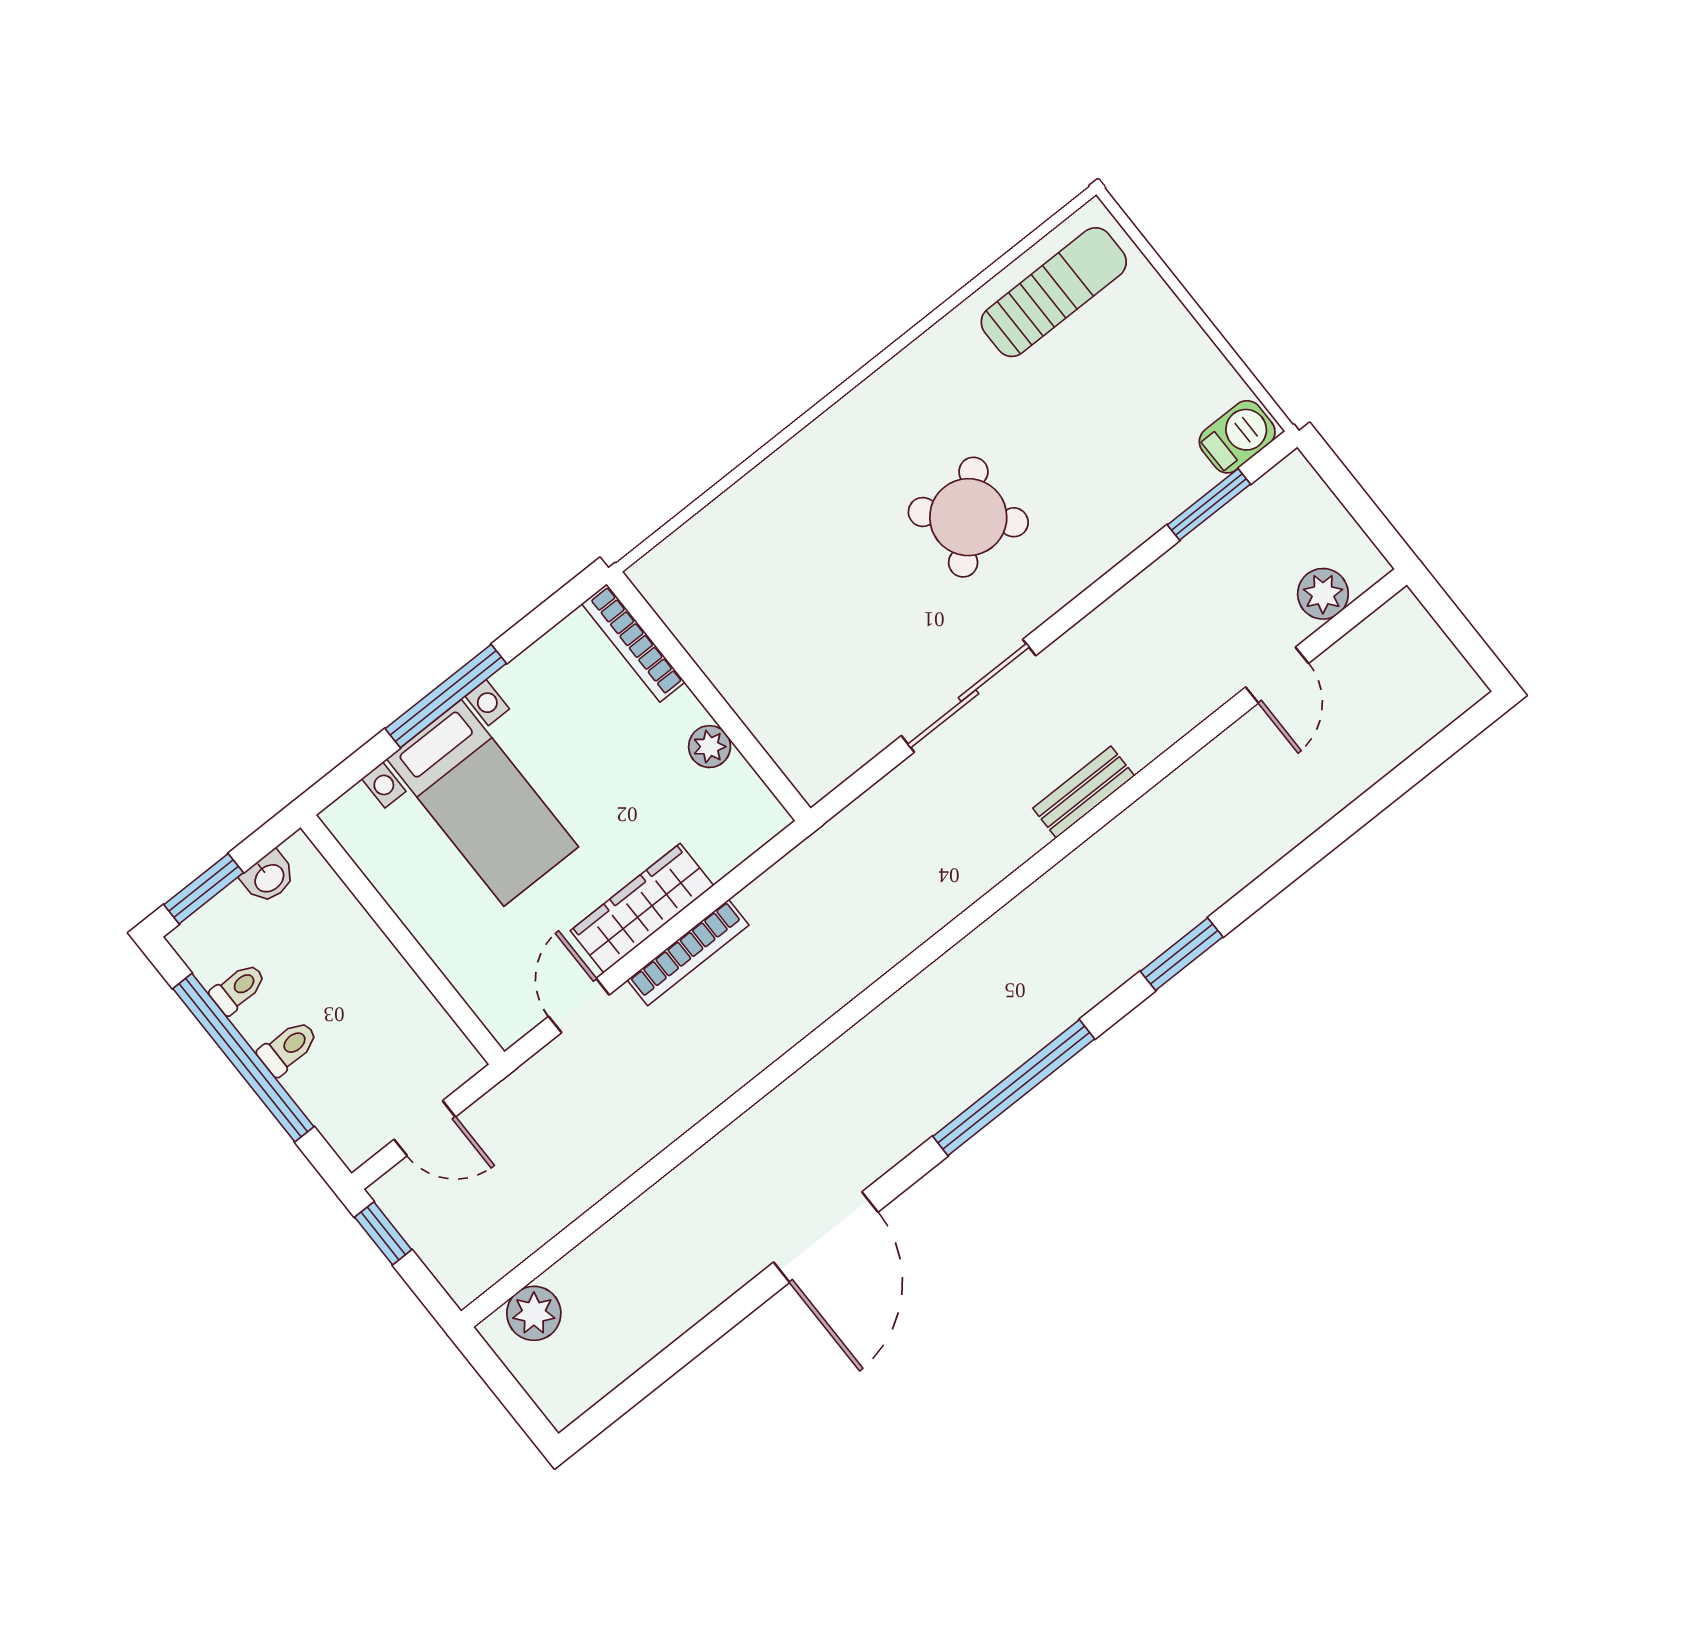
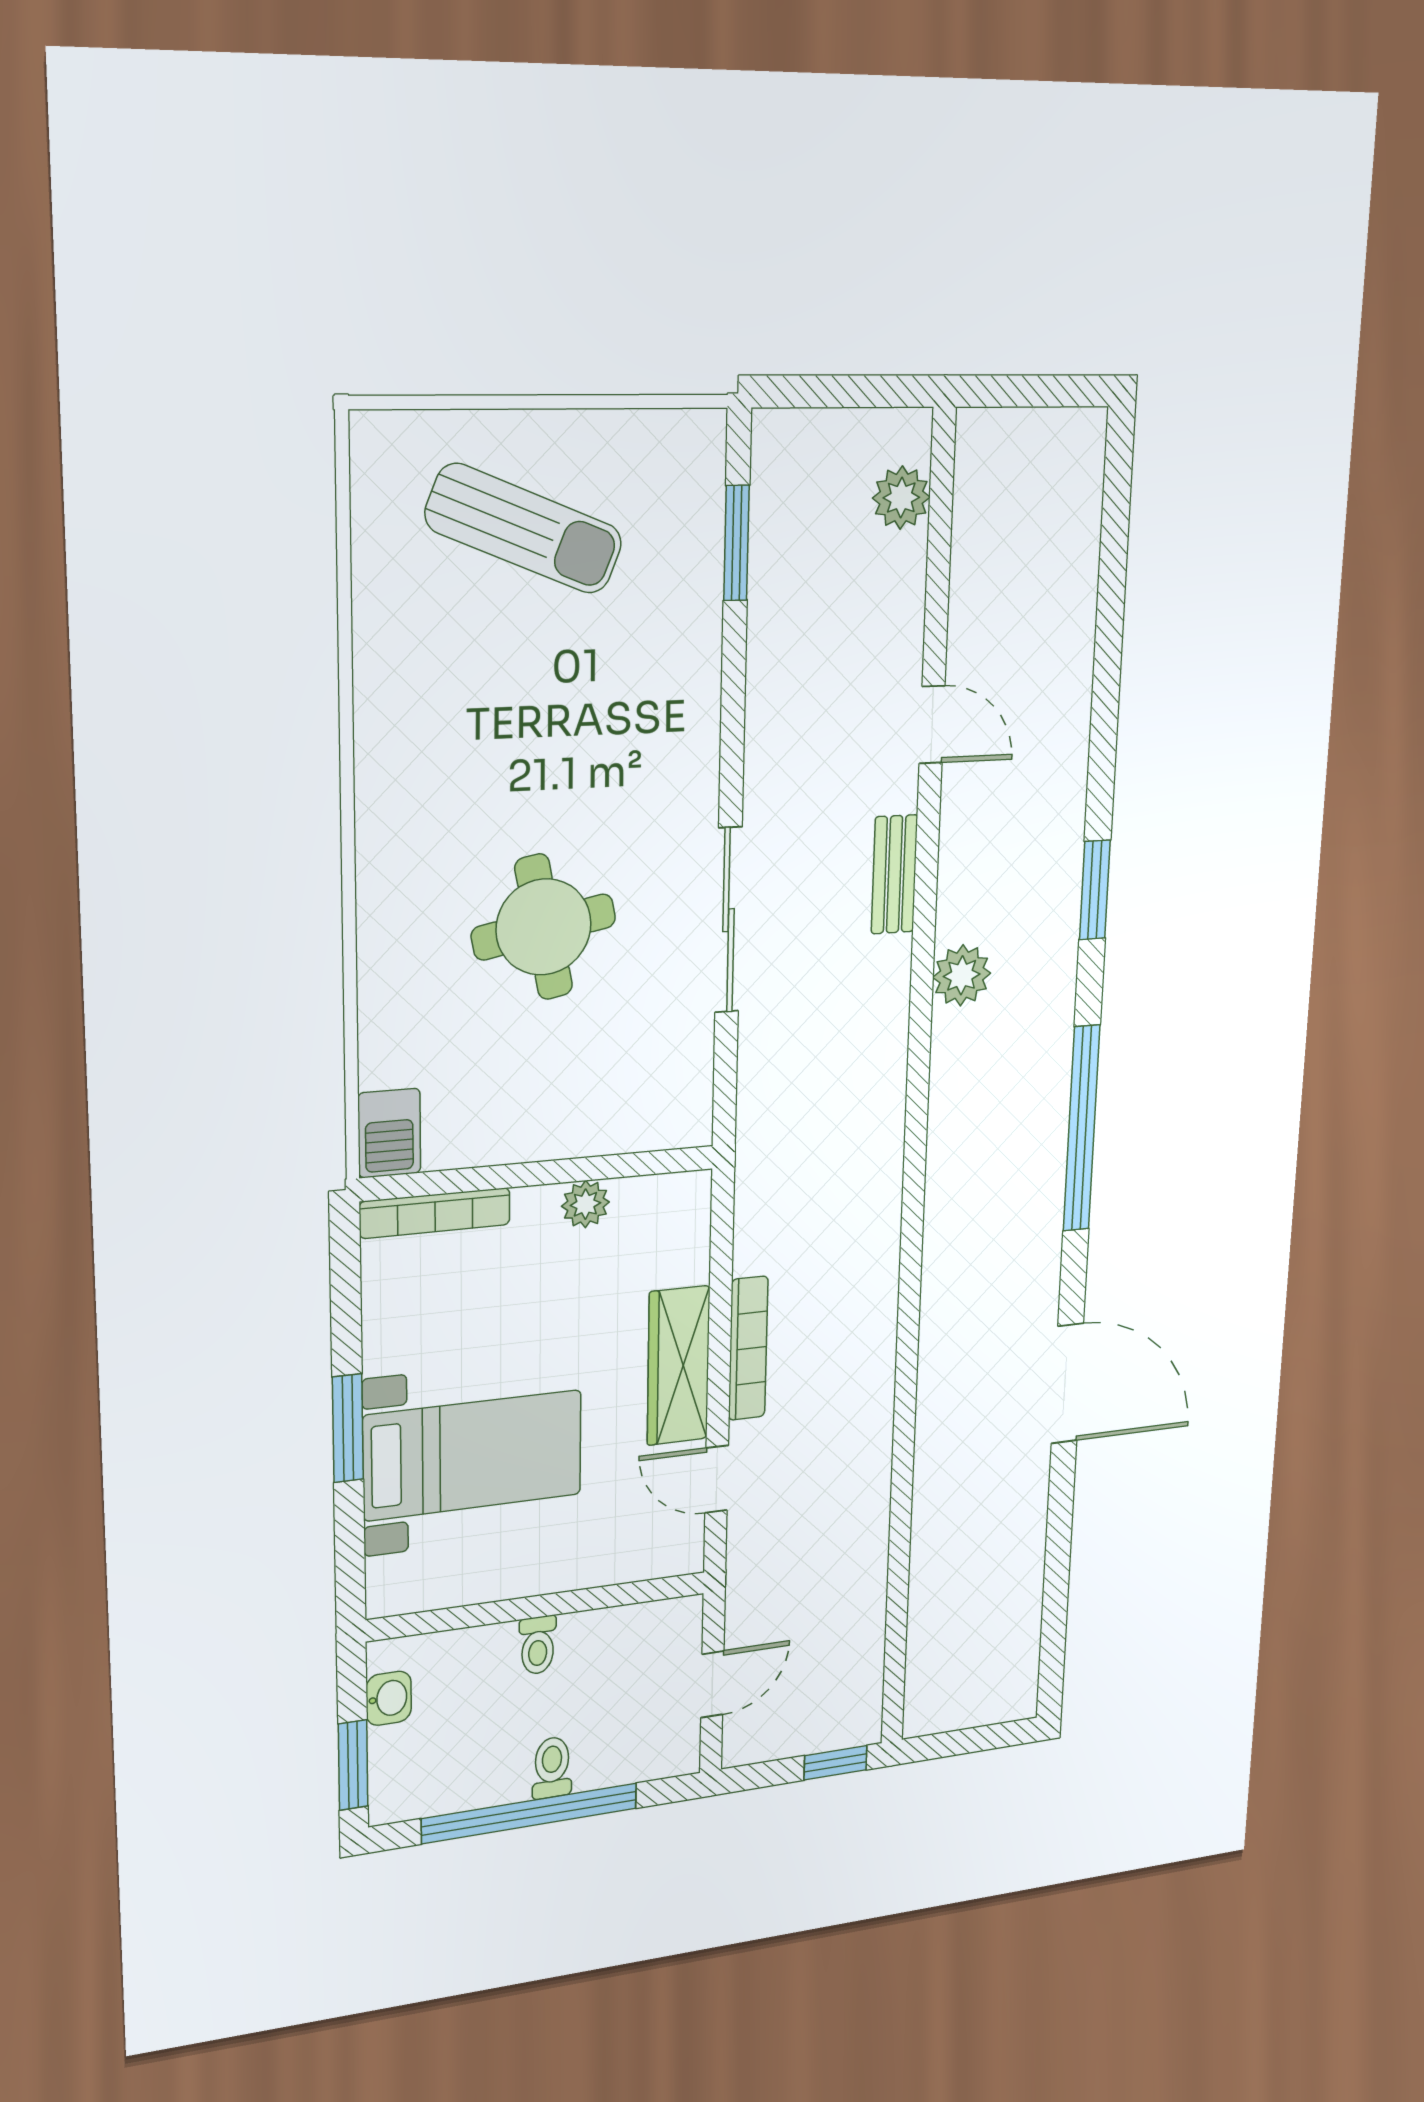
sun lounger: (1054, 292) -> (524, 529), moved, turned 112
barbecue: (1237, 437) -> (389, 1133), moved, turned 180
round table: (968, 517) -> (544, 927), moved, turned 34
door: (1277, 675) -> (932, 725), moved
window: (446, 696) -> (348, 1428), width x0.69
toilet: (238, 988) -> (538, 1645), moved, turned 180
window: (383, 1233) -> (836, 1763), moved
plant: (534, 1313) -> (962, 975), moved

